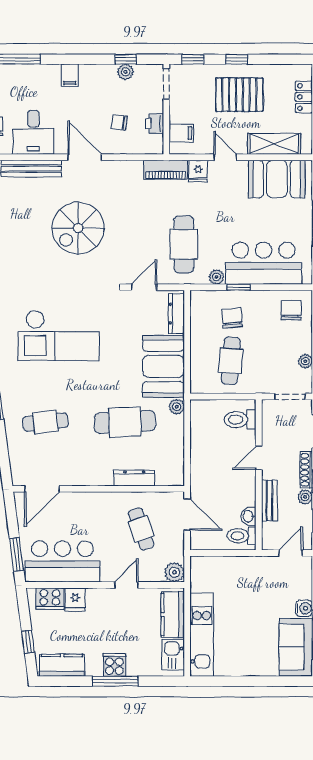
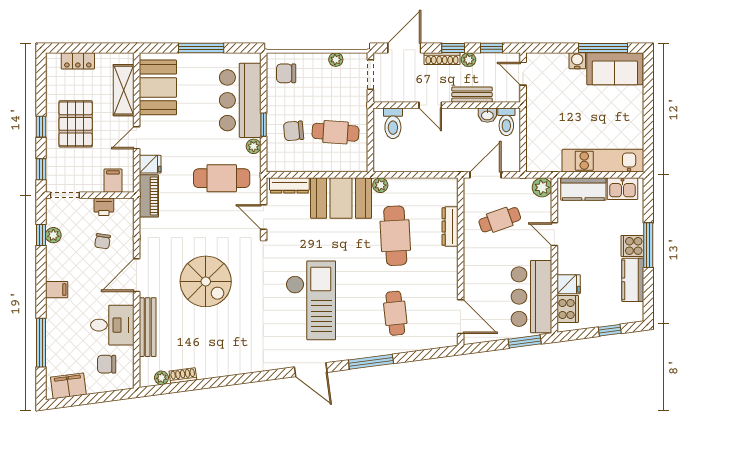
kitchen counter: (62, 665) -> (633, 280), moved

